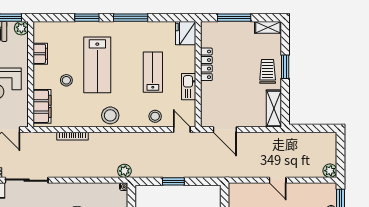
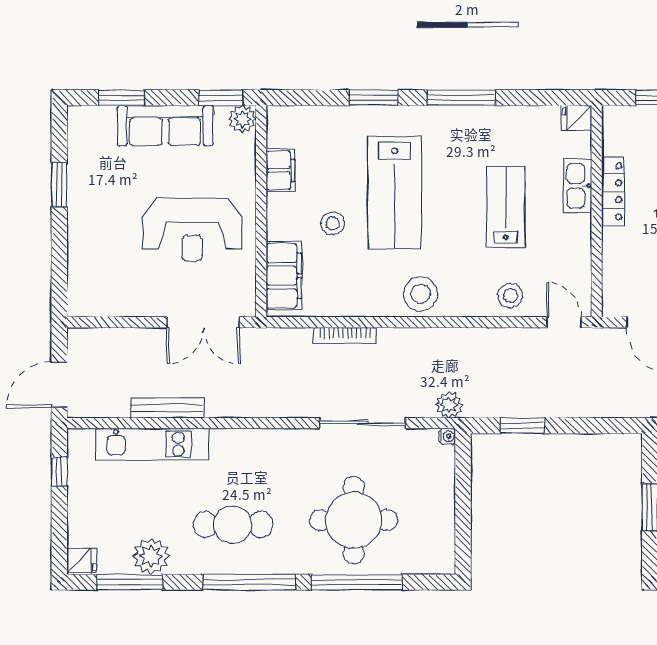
fridge: (186, 33) -> (577, 118), width x0.53, depth x0.75
kitchen sink: (189, 87) -> (578, 186), moved
sliding door: (27, 180) -> (363, 423), moved
window: (173, 181) -> (522, 426), moved

